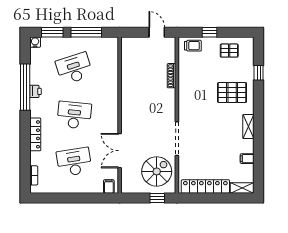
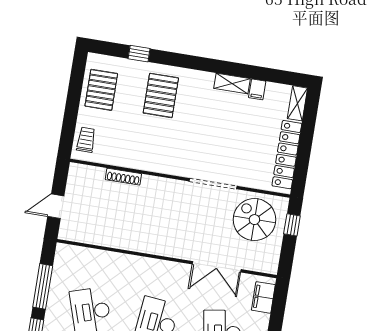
door: (157, 32) -> (56, 206), moved
window: (209, 32) -> (71, 113), removed
pallet: (229, 51) -> (101, 90), width x1.50, depth x1.42
shelving: (248, 127) -> (232, 83), moved
filing cabinet: (109, 186) -> (263, 297), width x2.00

